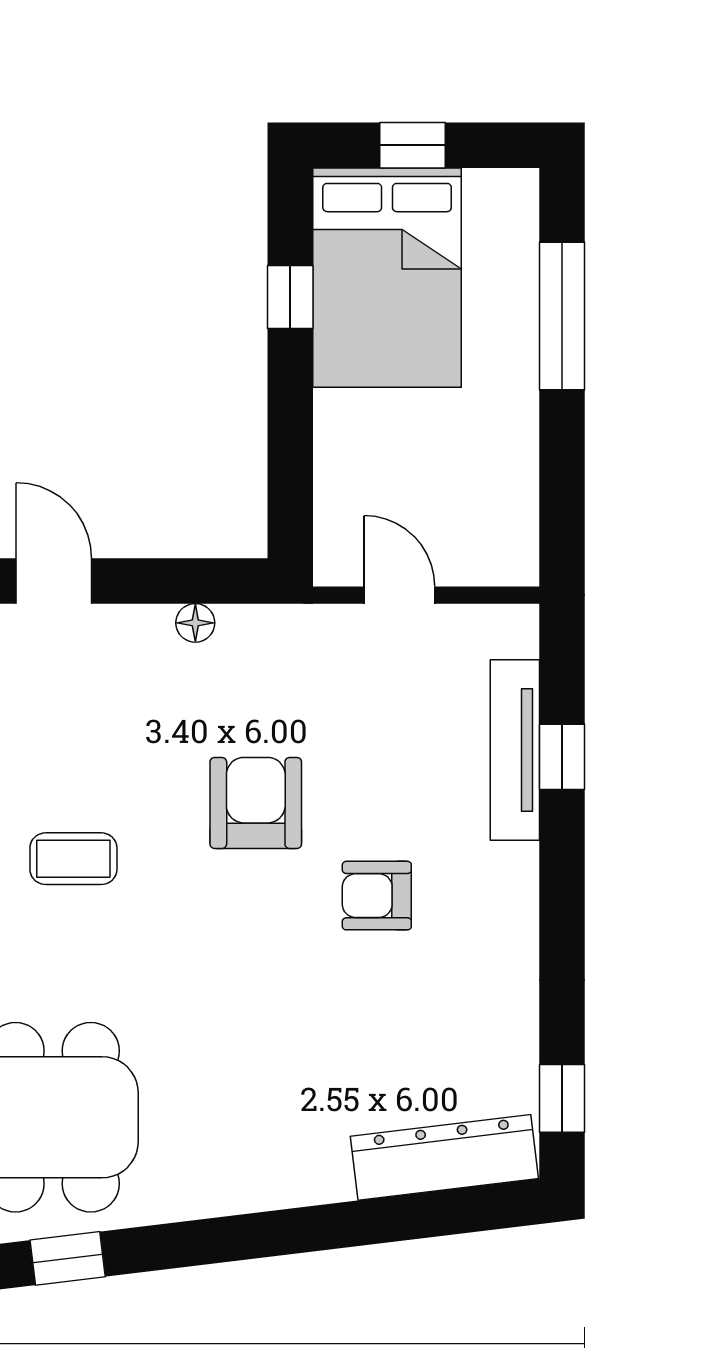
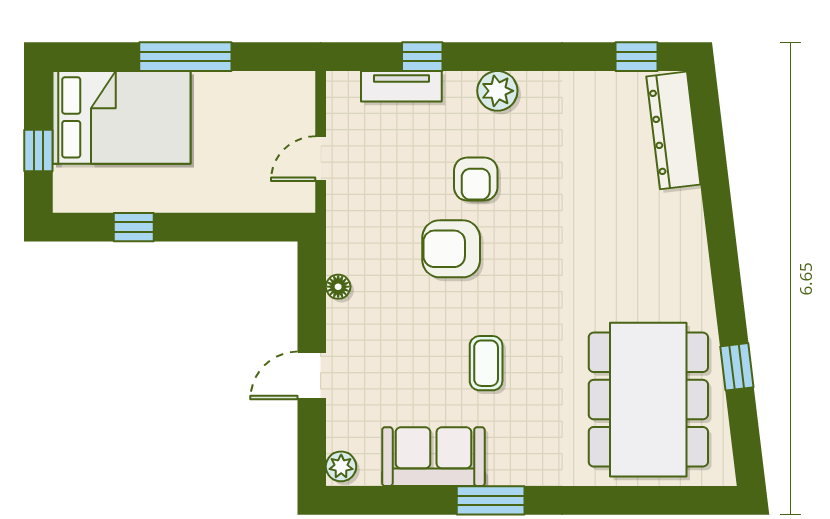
bed: (387, 278) -> (121, 117), moved
window: (562, 316) -> (185, 57), moved
tv unit: (515, 750) -> (401, 86), width x0.71
plant: (507, 877) -> (497, 91), added
armchair: (377, 896) -> (476, 179), moved

